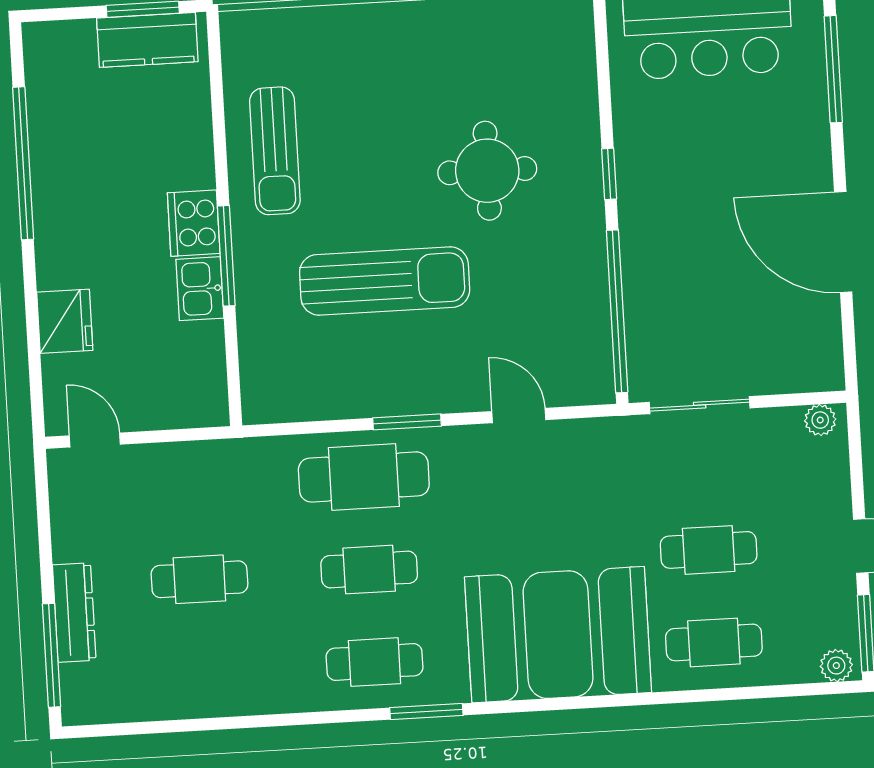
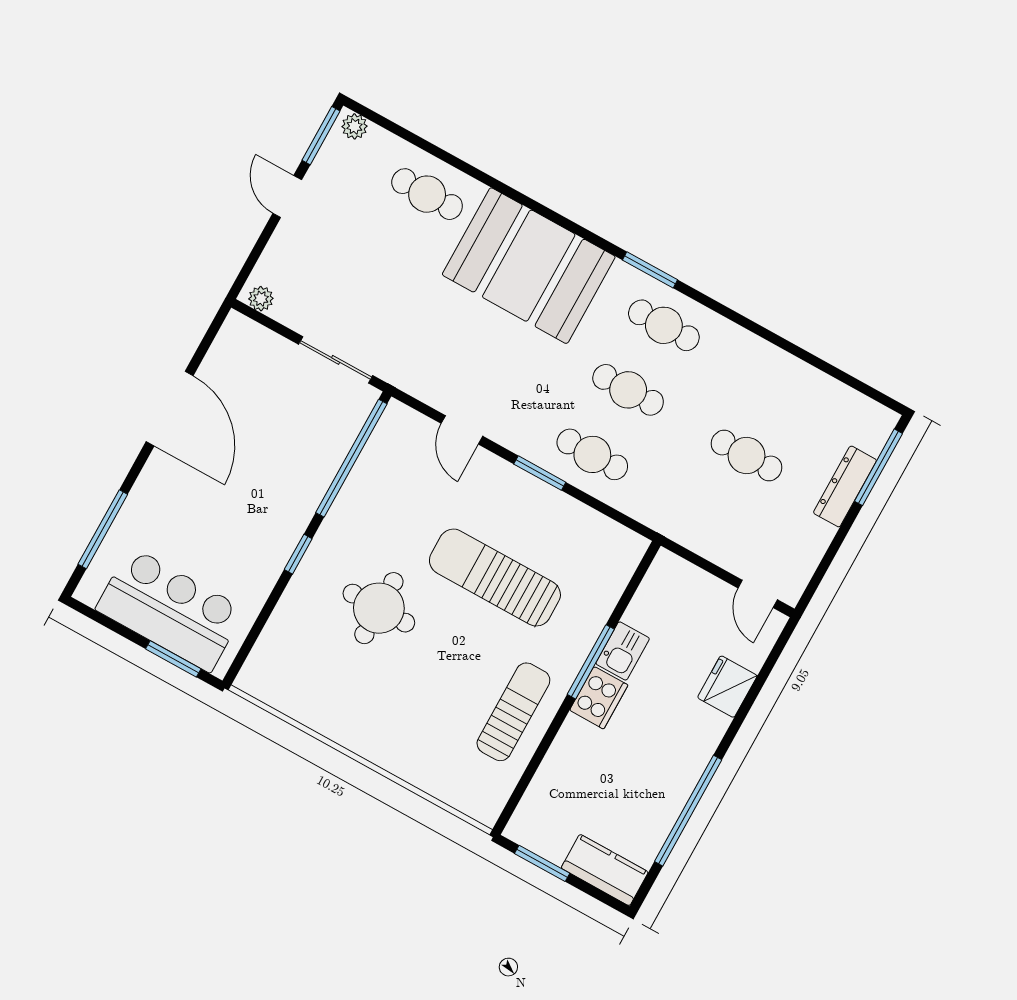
kitchen counter: (147, 40) -> (605, 870), moved
cafe table: (364, 477) -> (592, 454), width x0.73, depth x0.74
cafe table: (709, 550) -> (391, 259), removed

